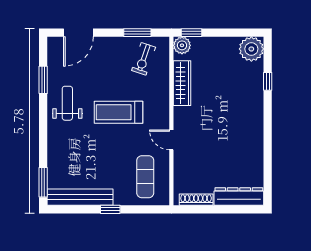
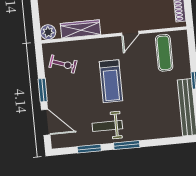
window: (137, 33) -> (43, 90), moved
window: (192, 33) -> (36, 25), removed
exercise mat: (145, 177) -> (164, 53), turned 90
window: (43, 182) -> (127, 145), moved

